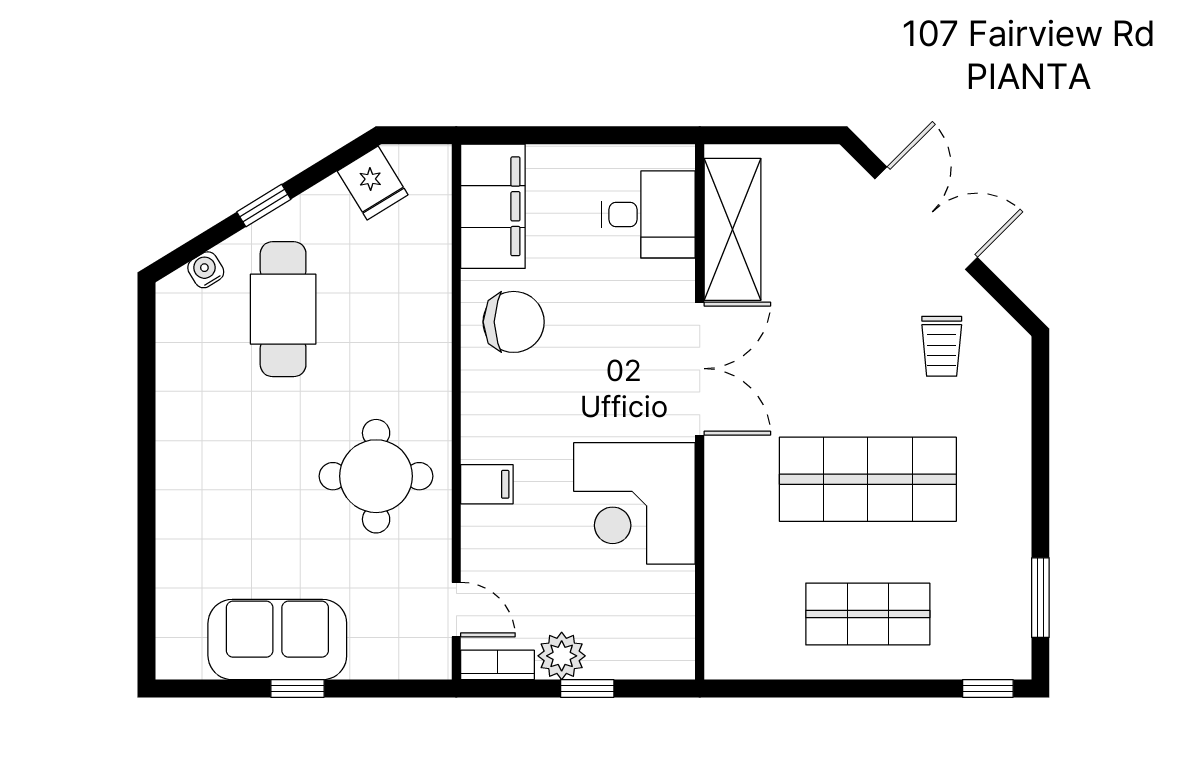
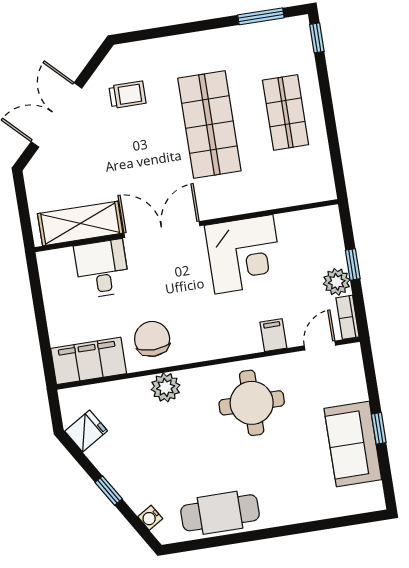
desk: (648, 214) -> (102, 269), moved
cafe table: (283, 309) -> (220, 513), moved
plant: (426, 332) -> (166, 387), added
filing cabinet: (487, 484) -> (273, 335), moved

